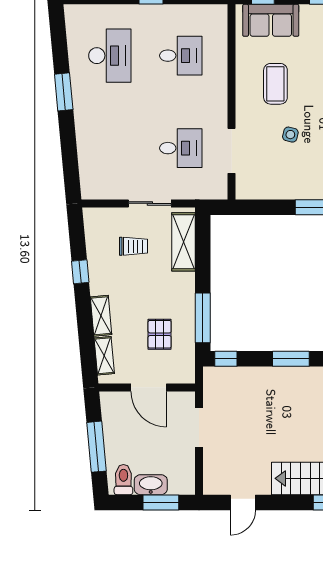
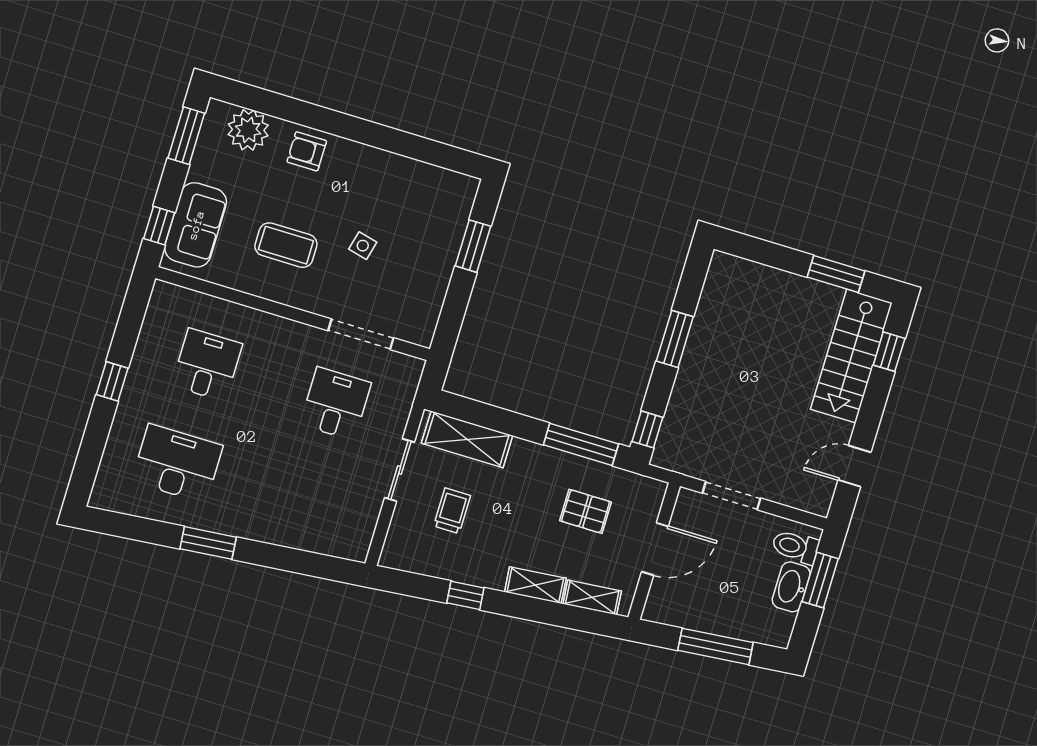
toilet: (123, 480) -> (795, 547), moved
door: (243, 502) -> (855, 466), swing flipped

